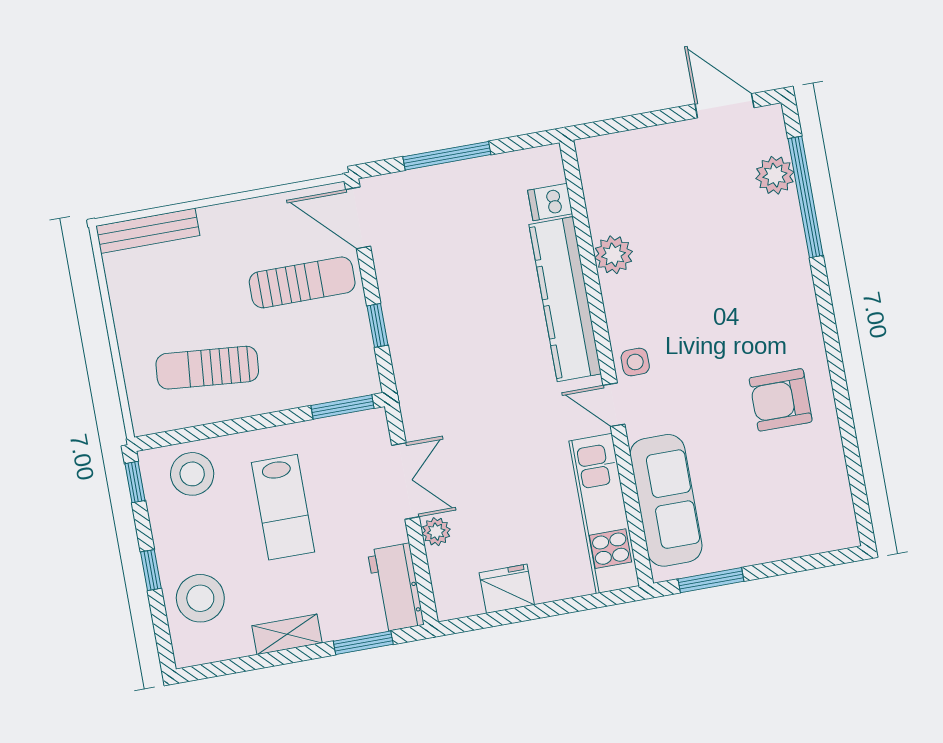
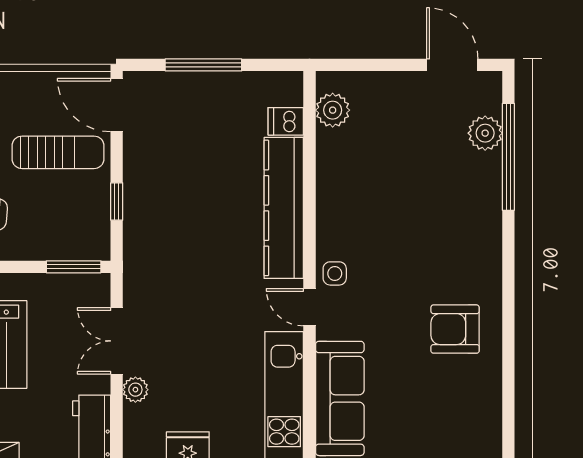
plant: (613, 255) -> (333, 110), moved
double door: (405, 481) -> (117, 341), swing flipped

